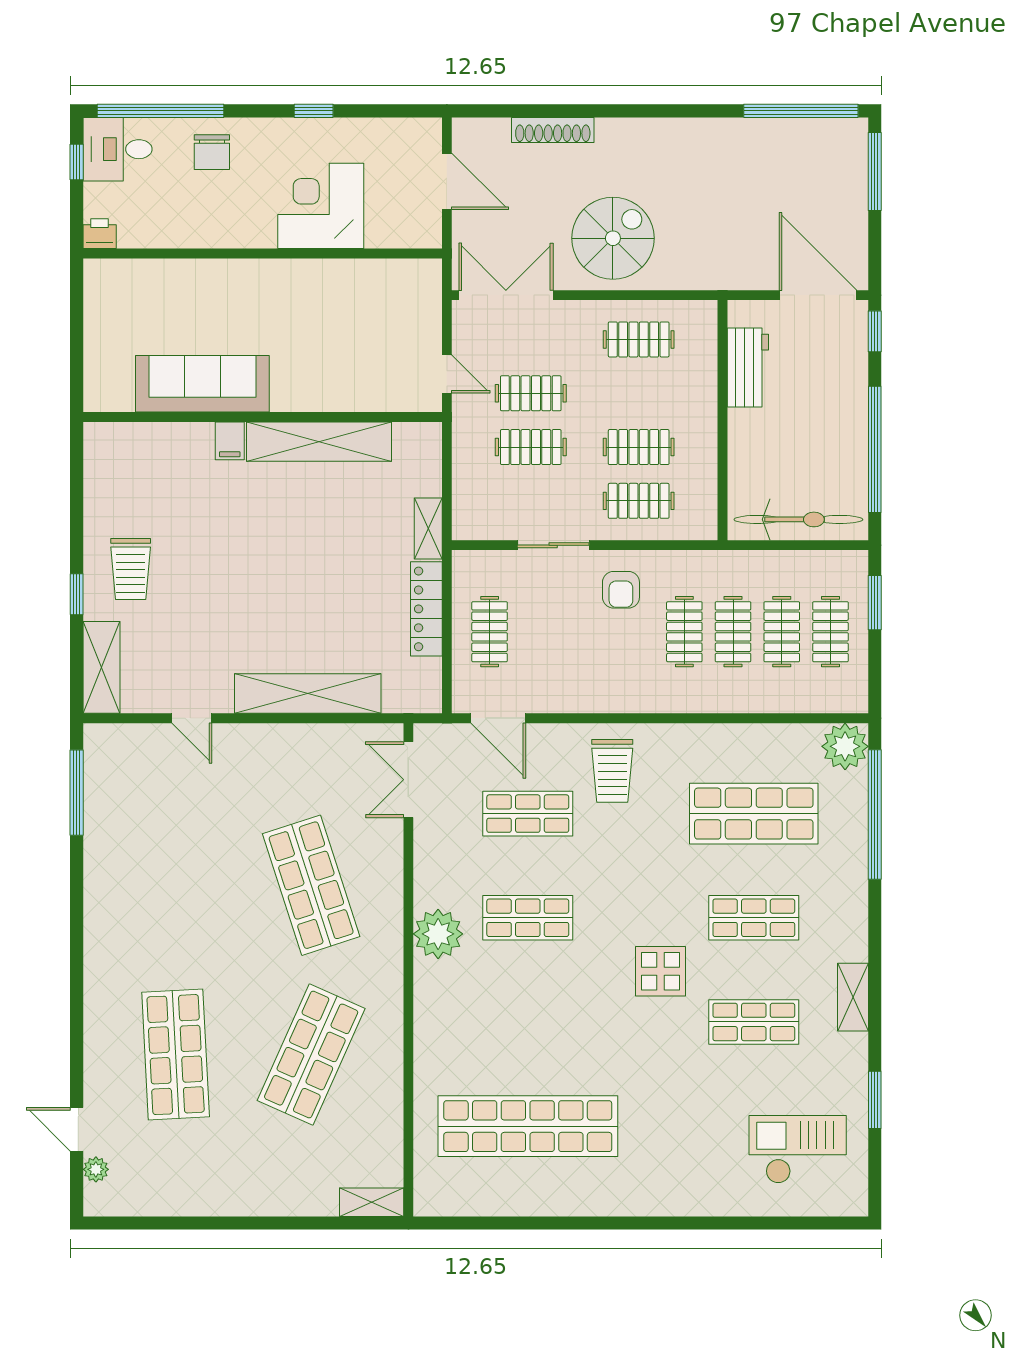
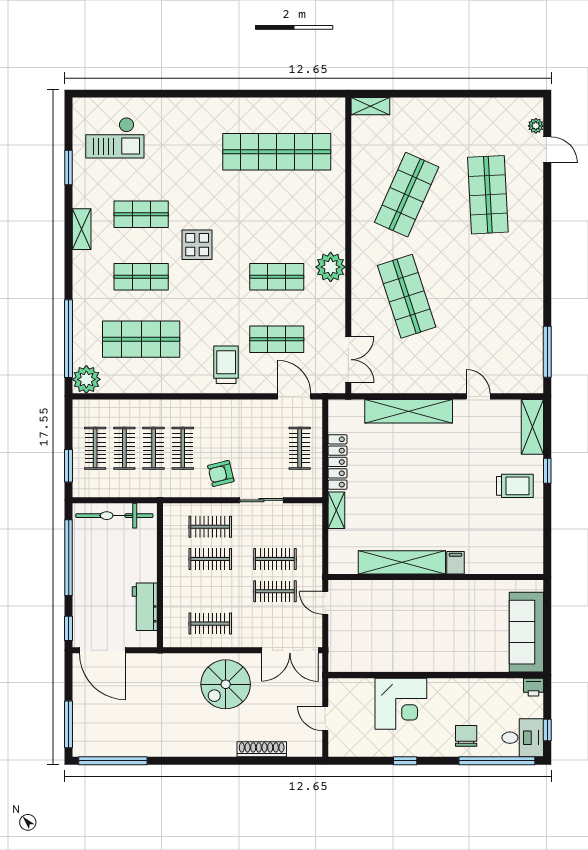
door: (447, 181) -> (325, 718), width x0.73
sofa: (202, 384) -> (526, 632), moved, turned 90
trolley: (131, 569) -> (515, 486), turned 90
armchair: (621, 590) -> (221, 473), turned -104

